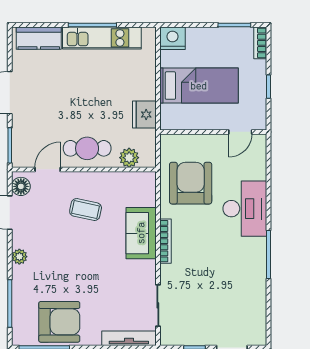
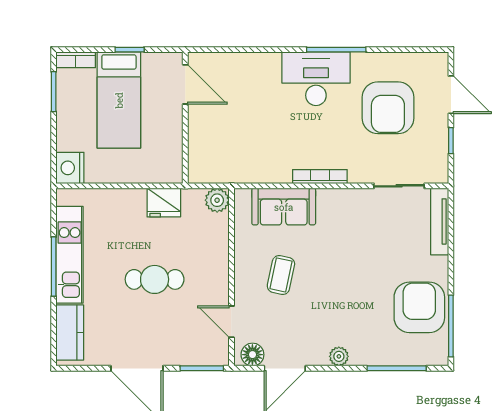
bed: (199, 86) -> (119, 100), moved, turned 180
door: (240, 132) -> (185, 84), width x1.38
cafe table: (87, 148) -> (155, 279), moved, turned 90
plant: (129, 158) -> (217, 200), moved
armchair: (191, 183) -> (388, 108), moved, turned -90
desk: (245, 209) -> (316, 79), moved
sofa: (141, 233) -> (284, 207), moved

